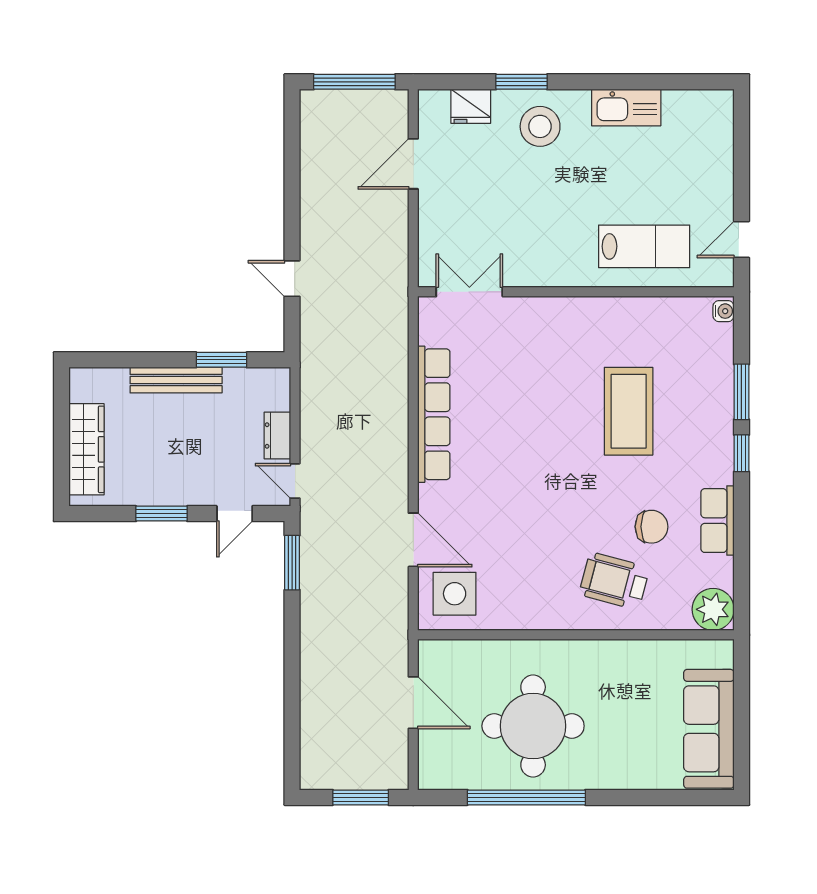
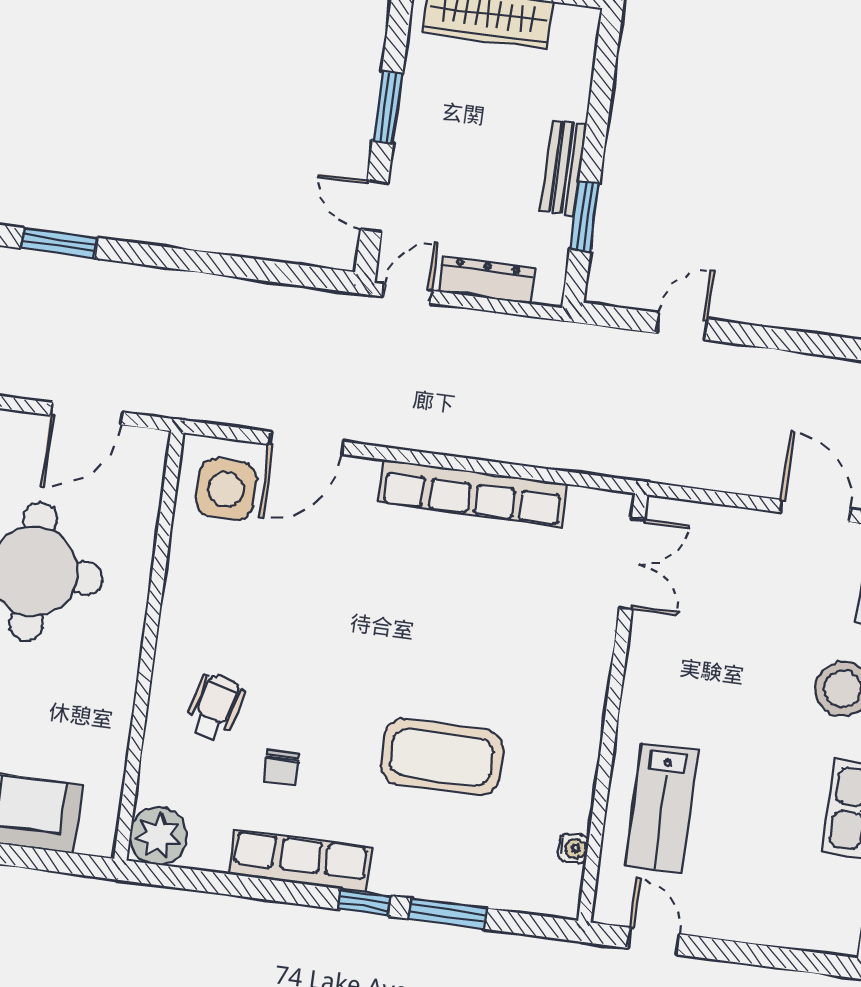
water cooler: (724, 311) -> (573, 848), moved, turned -90
bench: (176, 380) -> (563, 168), width x0.73
dresser: (277, 435) -> (486, 280), width x1.44
row of seats: (718, 521) -> (300, 861), width x1.48
chair: (651, 527) -> (281, 767), width x0.73, depth x0.73
window: (292, 563) -> (59, 243), moved
wheelchair: (614, 581) -> (215, 707), width x0.73, depth x0.73

